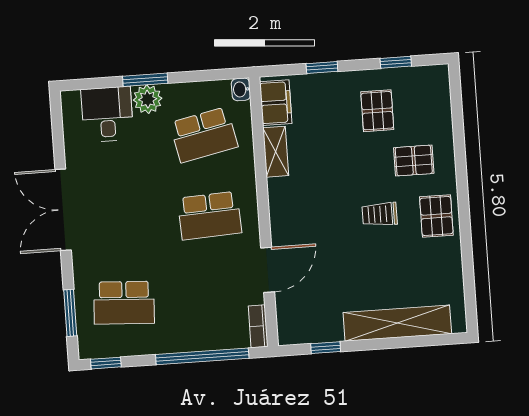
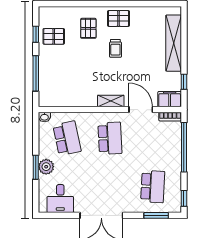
window: (322, 67) -> (36, 73), width x2.17
filing cabinet: (276, 103) -> (170, 99), moved
pallet: (377, 111) -> (54, 36), moved
desk: (107, 114) -> (60, 199), moved, turned -90
shelving: (276, 152) -> (111, 101), moved

